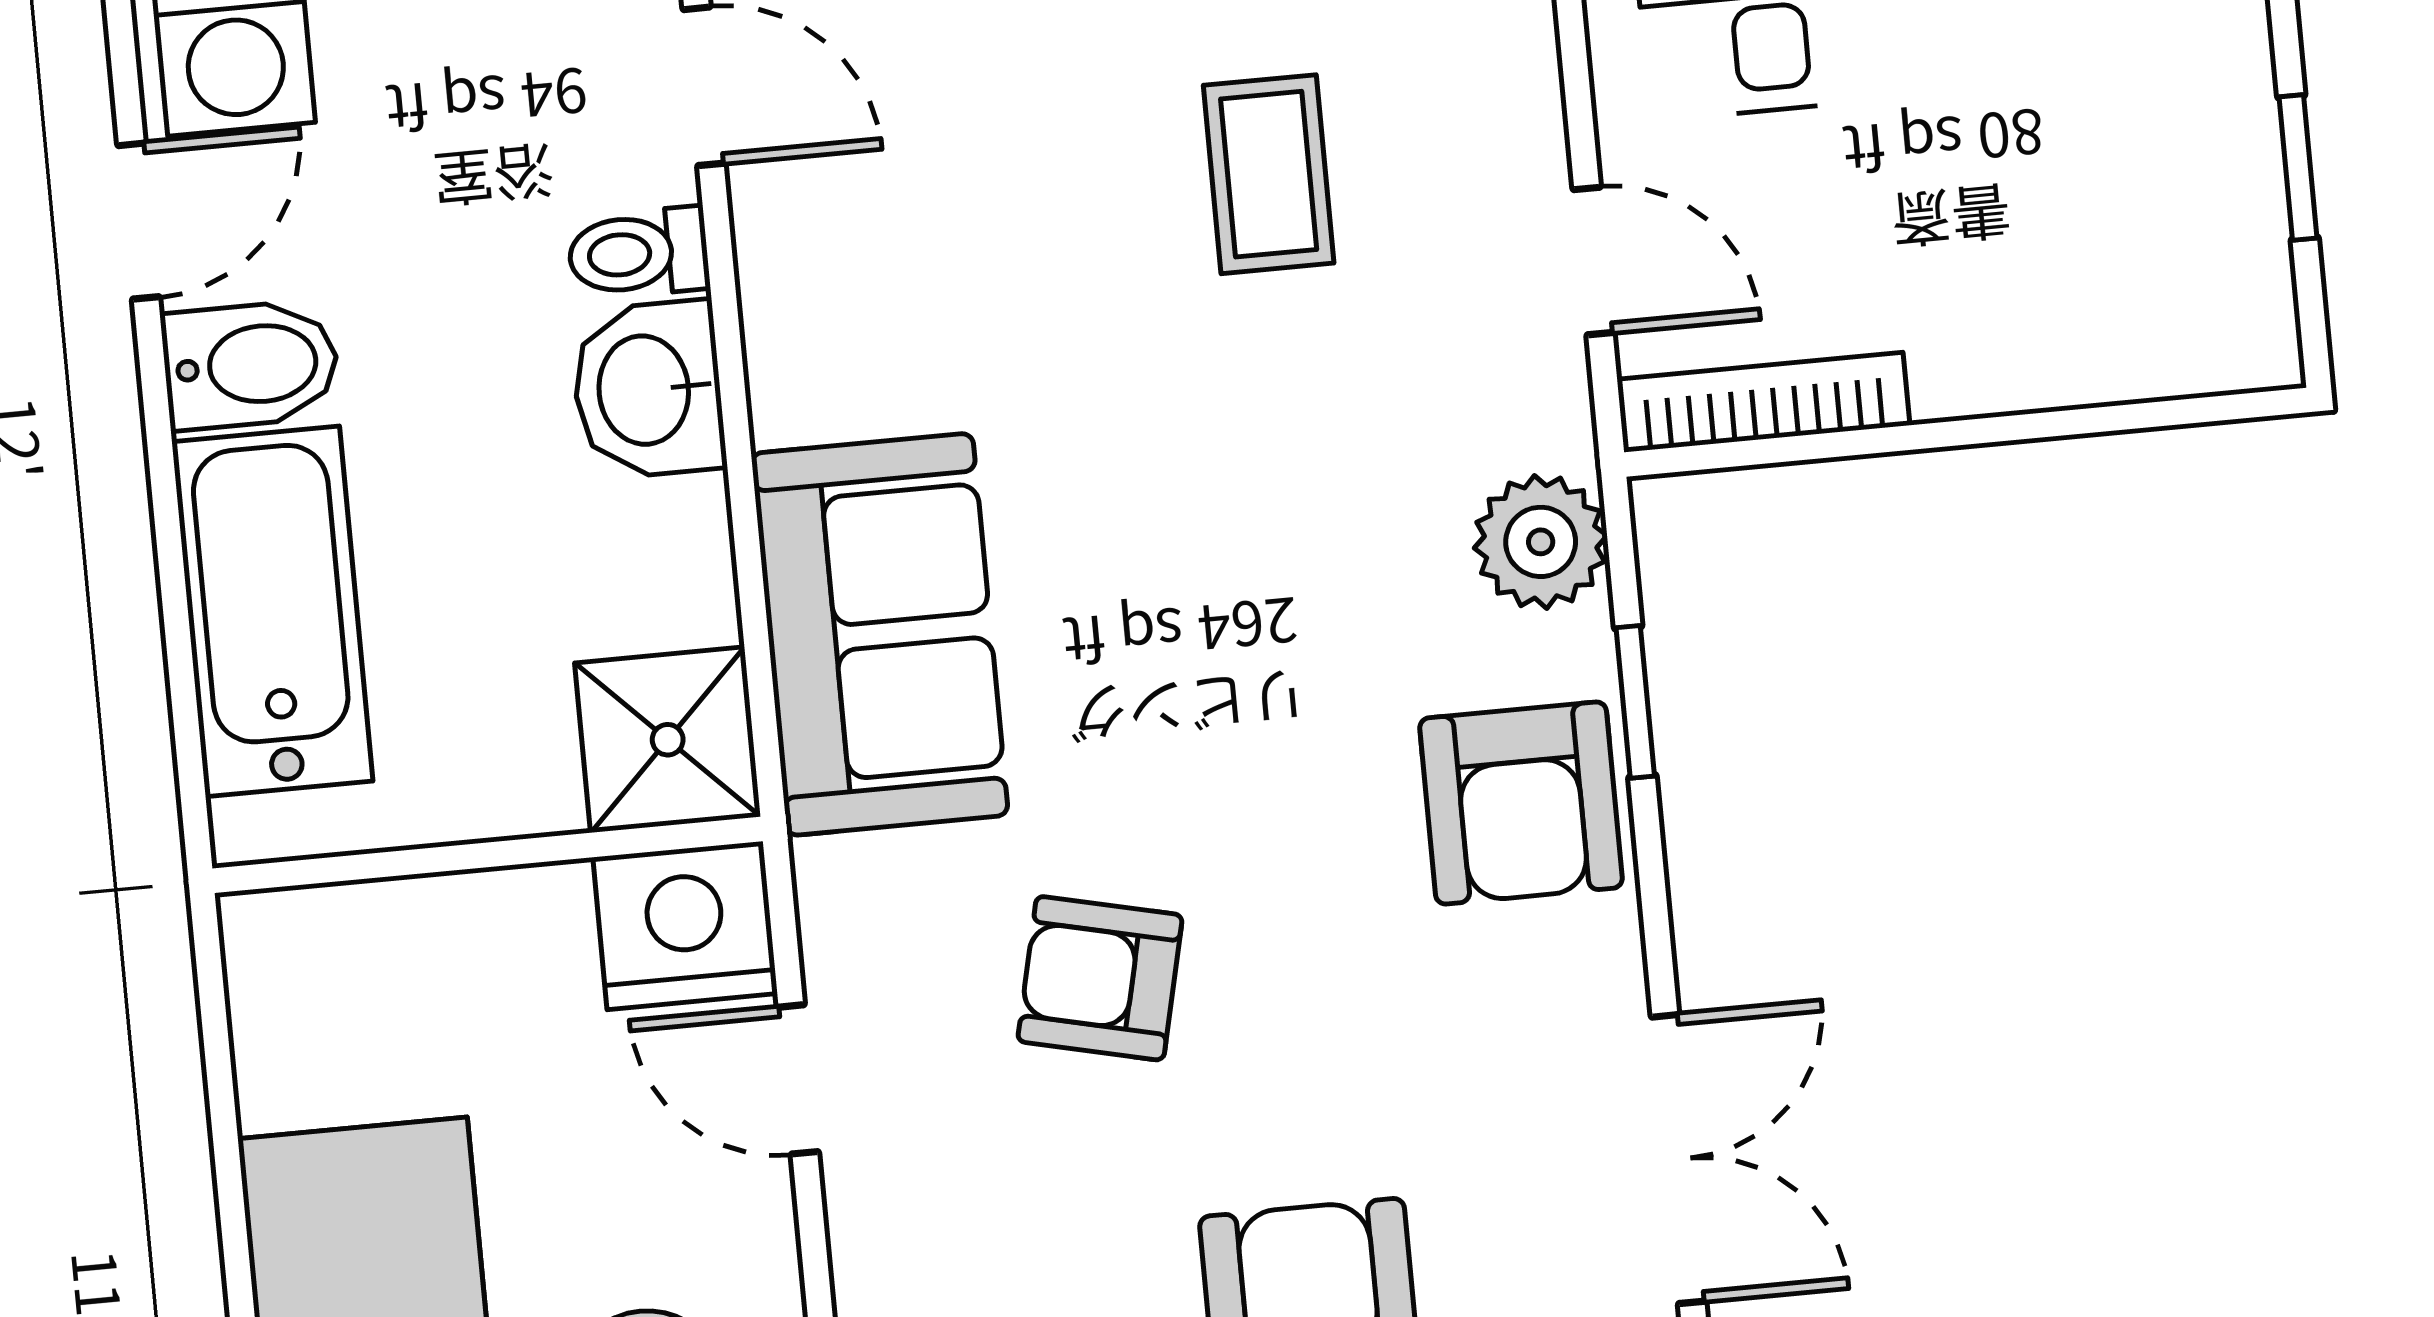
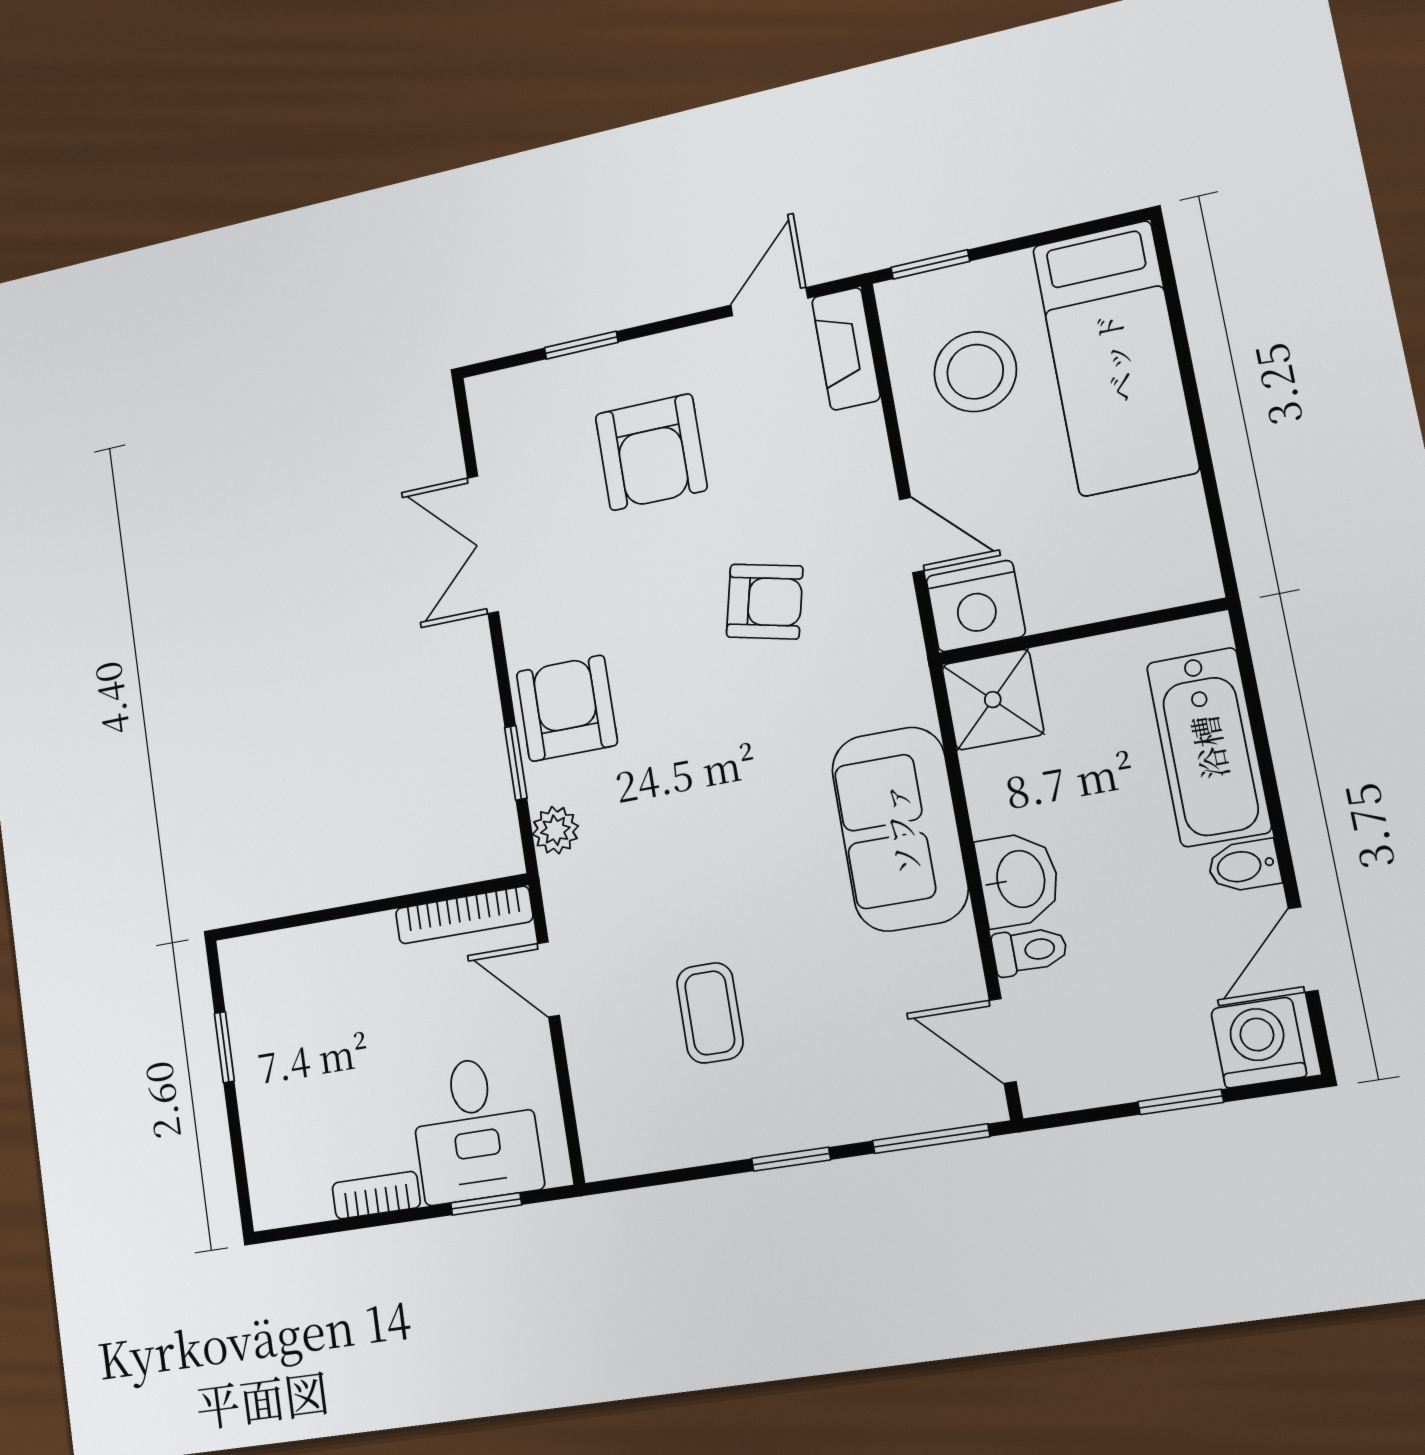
bidet: (251, 365) -> (1244, 866), width x0.72, depth x0.74
plant: (1541, 542) -> (555, 830), width x0.73, depth x0.73
sofa: (880, 634) -> (900, 829), moved

